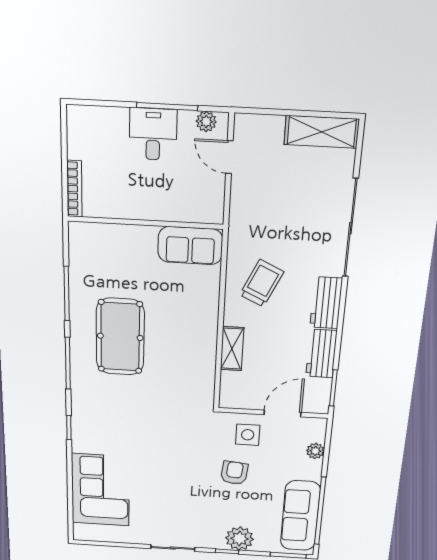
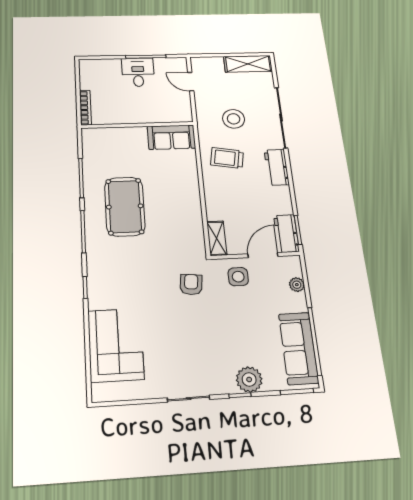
plant: (206, 122) -> (172, 63), removed
stool: (282, 225) -> (234, 119), added
trolley: (262, 283) -> (227, 158), turned -105
shelving: (232, 349) -> (217, 238), moved
workbench: (321, 354) -> (286, 233), moved
armchair: (234, 473) -> (191, 284), moved

